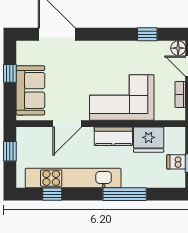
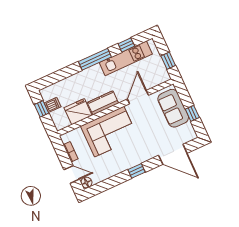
window: (147, 34) -> (137, 171), moved
kitchen unit: (73, 178) -> (126, 58), width x0.73
window: (125, 194) -> (95, 59), moved

